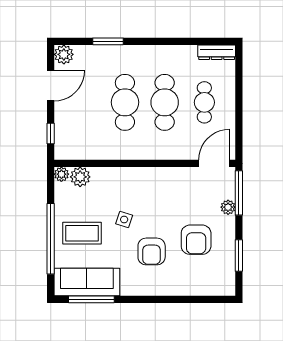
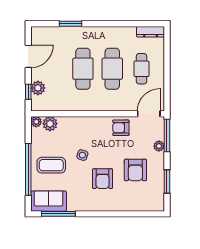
plant: (64, 54) -> (38, 88), moved
armchair: (176, 182) -> (121, 128), added
sofa: (87, 282) -> (49, 201), width x0.73

